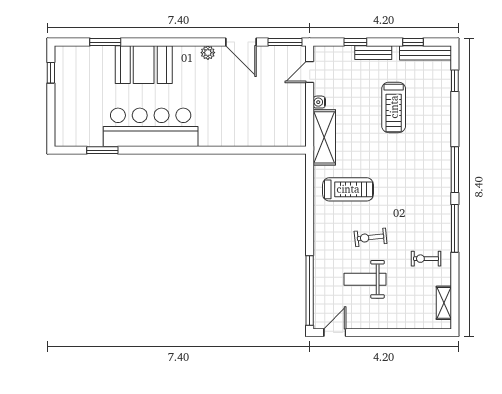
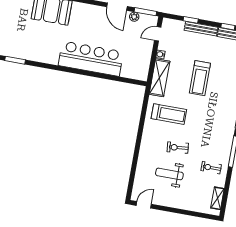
plant: (208, 53) -> (134, 17), moved
bench: (373, 53) -> (201, 29), width x1.36
treadmill: (394, 107) -> (200, 78), moved
bar counter: (151, 127) -> (91, 59), moved
window: (310, 290) -> (132, 175), removed

